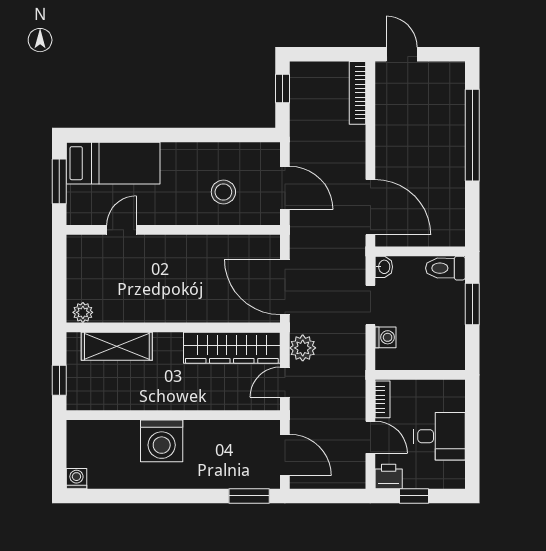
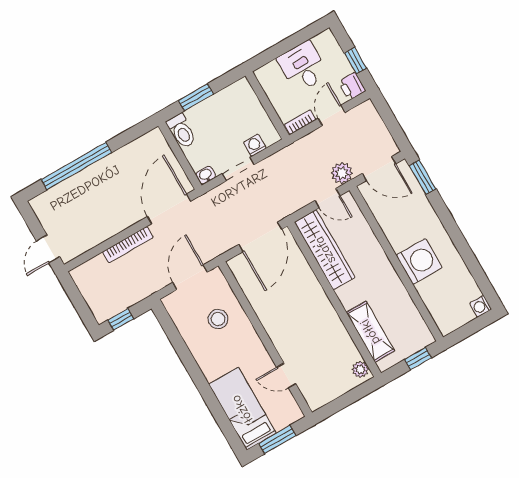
bookcase: (357, 93) -> (128, 245), moved
plant: (303, 348) -> (342, 173), moved
door: (285, 455) -> (379, 169), swing flipped

